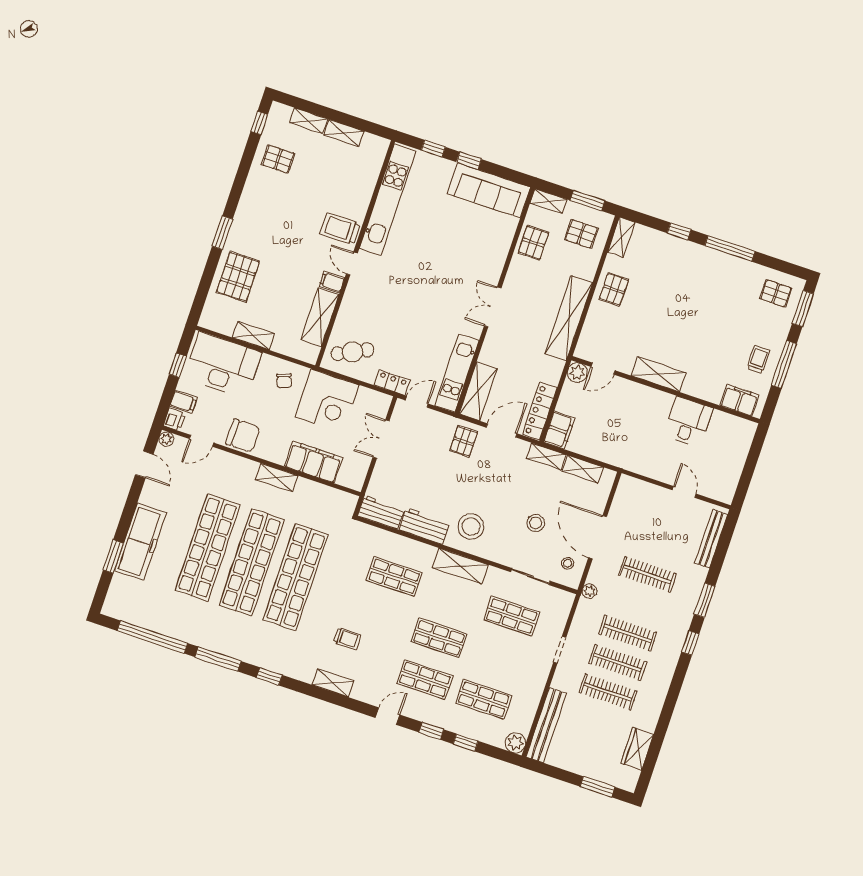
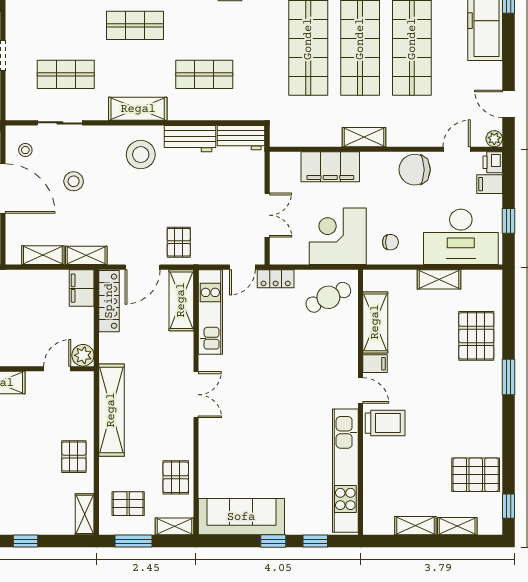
pallet: (278, 159) -> (476, 475), width x1.50, depth x1.42
chair: (284, 381) -> (390, 242), turned 110

